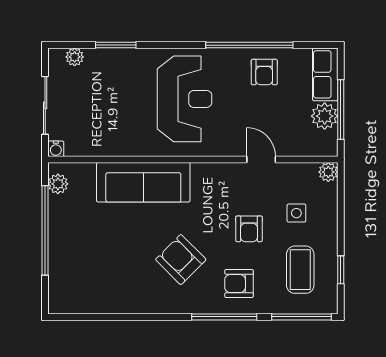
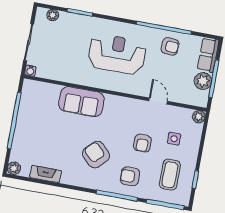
armchair: (264, 72) -> (170, 46), turned -86
reception desk: (184, 99) -> (117, 54), turned -90
sofa: (143, 182) -> (81, 102), width x0.73
plant: (58, 184) -> (14, 168), moved
fireplace: (108, 304) -> (46, 174), added

